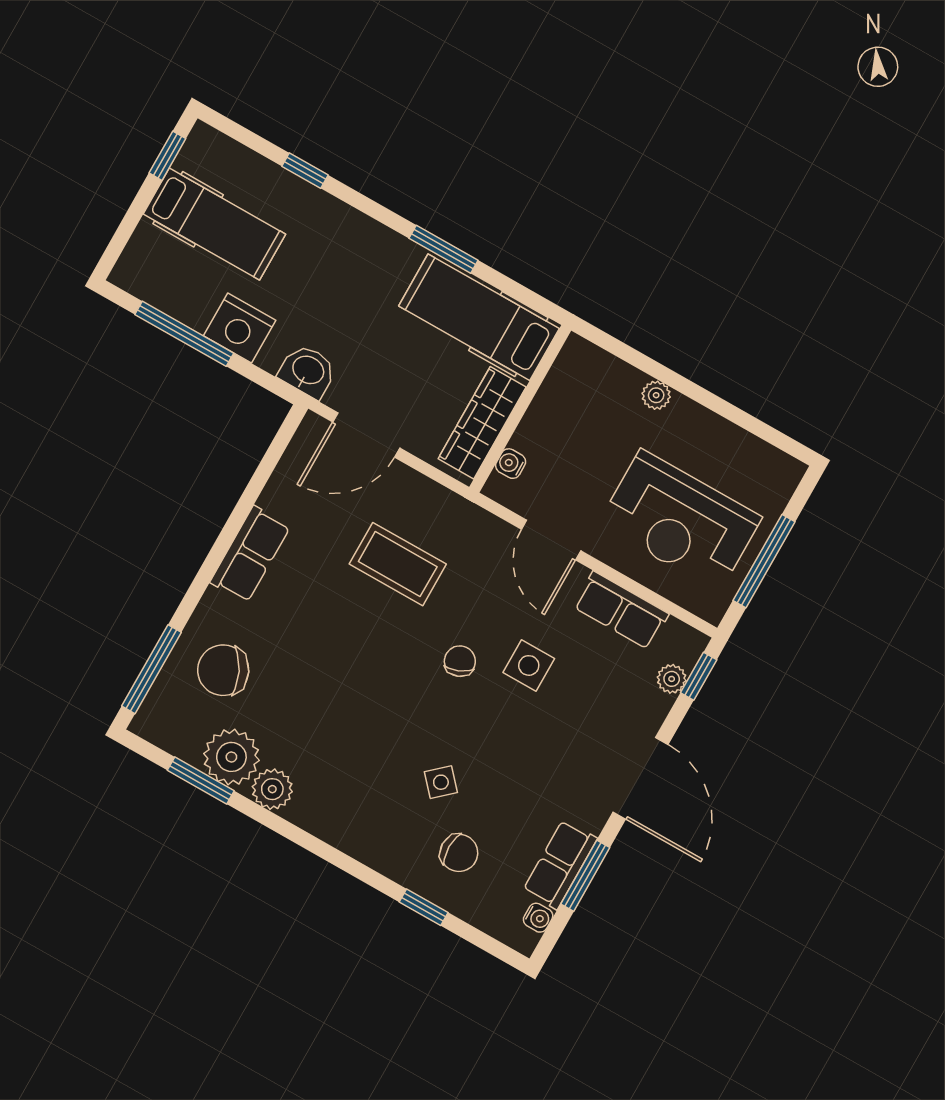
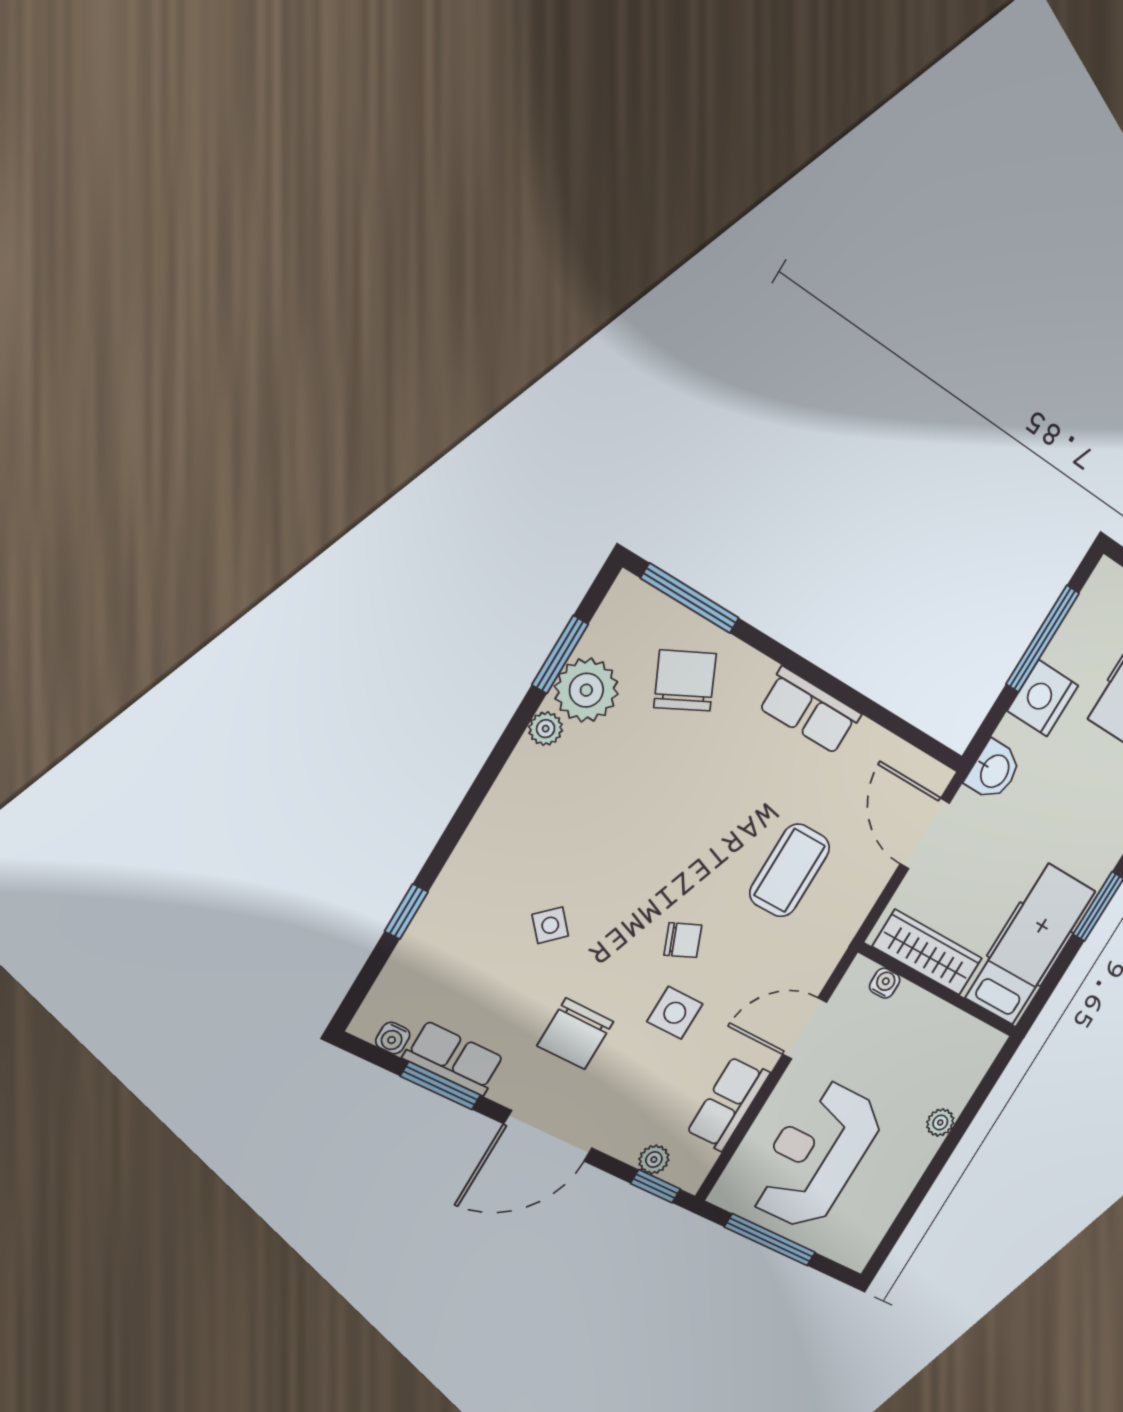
plant: (272, 789) -> (546, 729), width x0.73, depth x0.73
chair: (459, 853) -> (575, 1034), moved, width x1.37, depth x1.37

